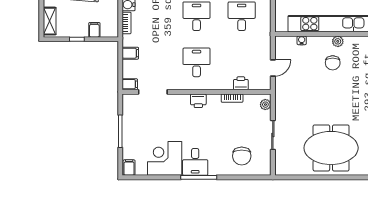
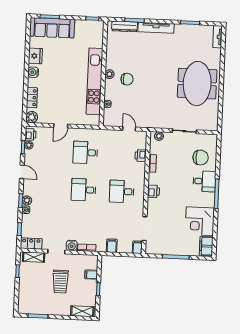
desk: (195, 162) -> (204, 181), moved
filing cabinet: (129, 168) -> (206, 246), width x2.00

